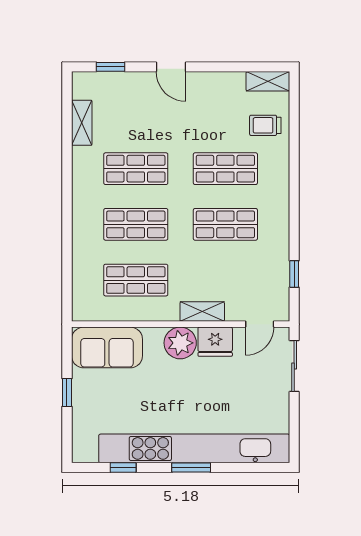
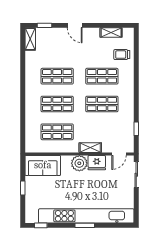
shelving: (268, 81) -> (111, 33), moved
shelving: (82, 123) -> (30, 39), moved
window: (123, 467) -> (41, 225), moved

